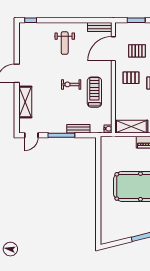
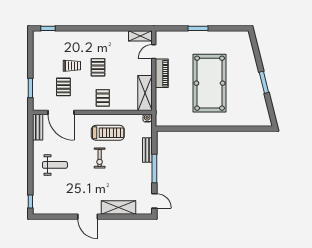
pallet: (131, 78) -> (103, 98), moved
treadmill: (94, 92) -> (108, 133), turned 180

